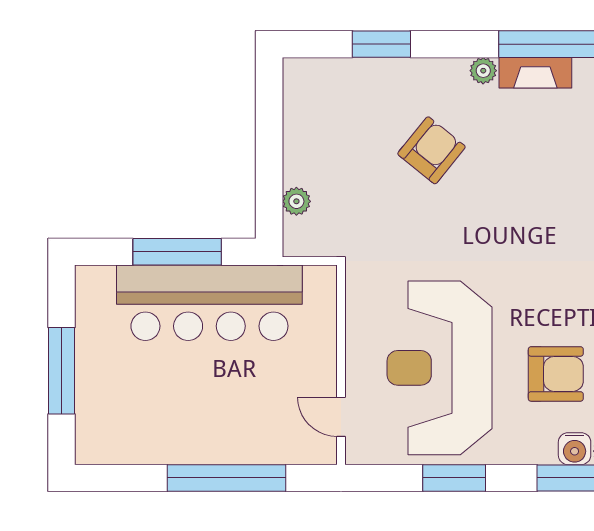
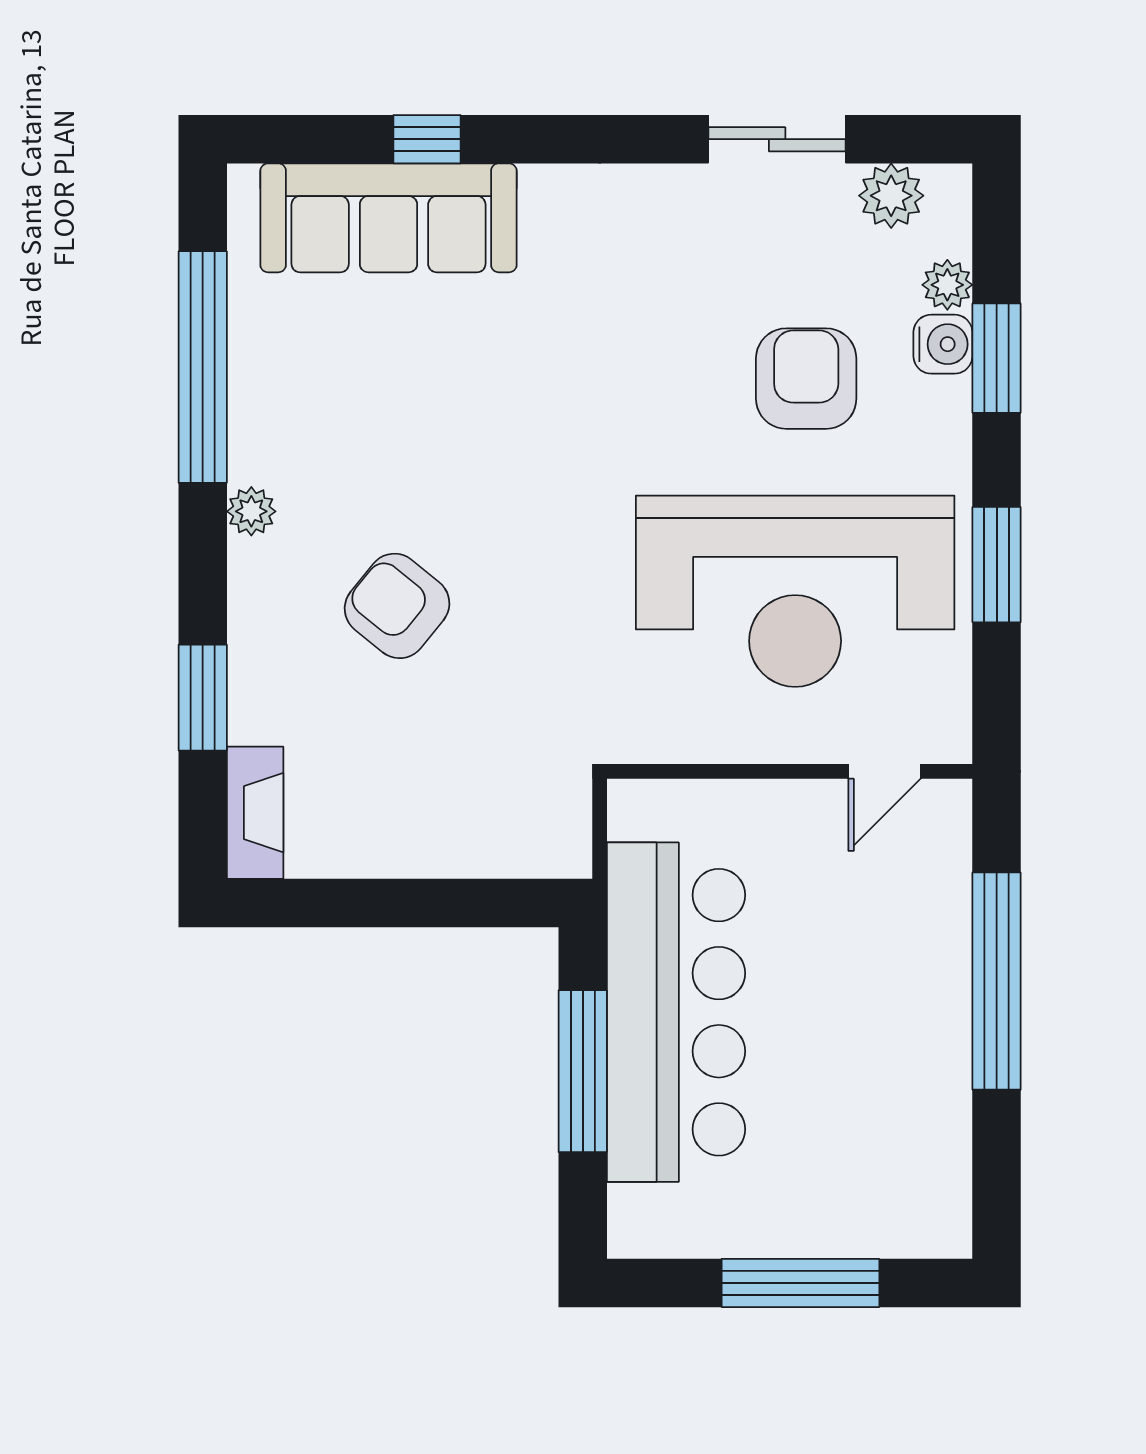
fireplace: (535, 73) -> (255, 813), moved
plant: (296, 201) -> (490, 853), removed

